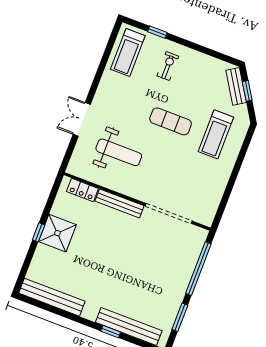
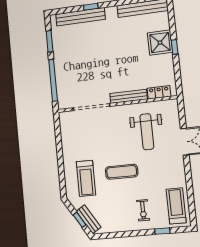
treadmill: (216, 134) -> (86, 178), turned 180
weight bench: (119, 152) -> (147, 132), turned -90
shower: (57, 233) -> (160, 43), moved

